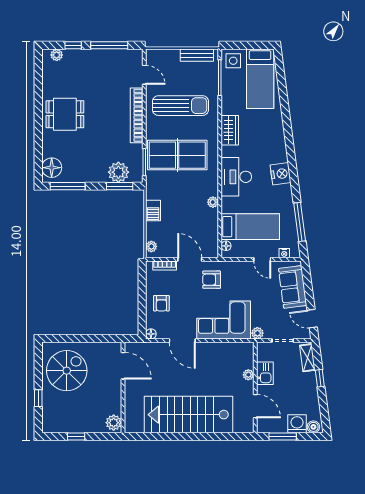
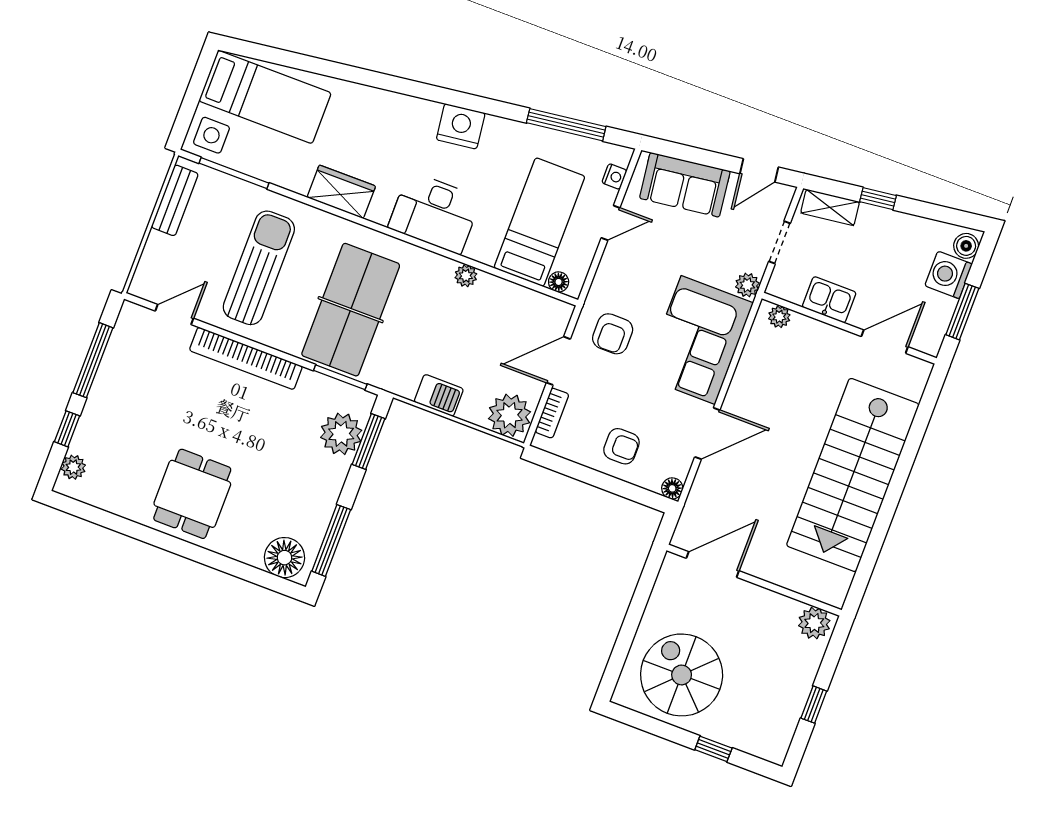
plant: (151, 246) -> (510, 415), width x1.88, depth x1.88
plant: (248, 375) -> (779, 317), moved

